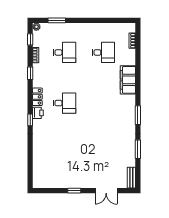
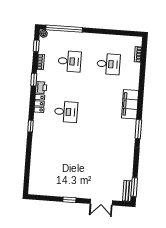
window: (57, 20) -> (64, 29), width x2.11
filing cabinet: (128, 80) -> (130, 104), moved
printer: (38, 113) -> (41, 88), moved
window: (138, 149) -> (134, 187), moved

